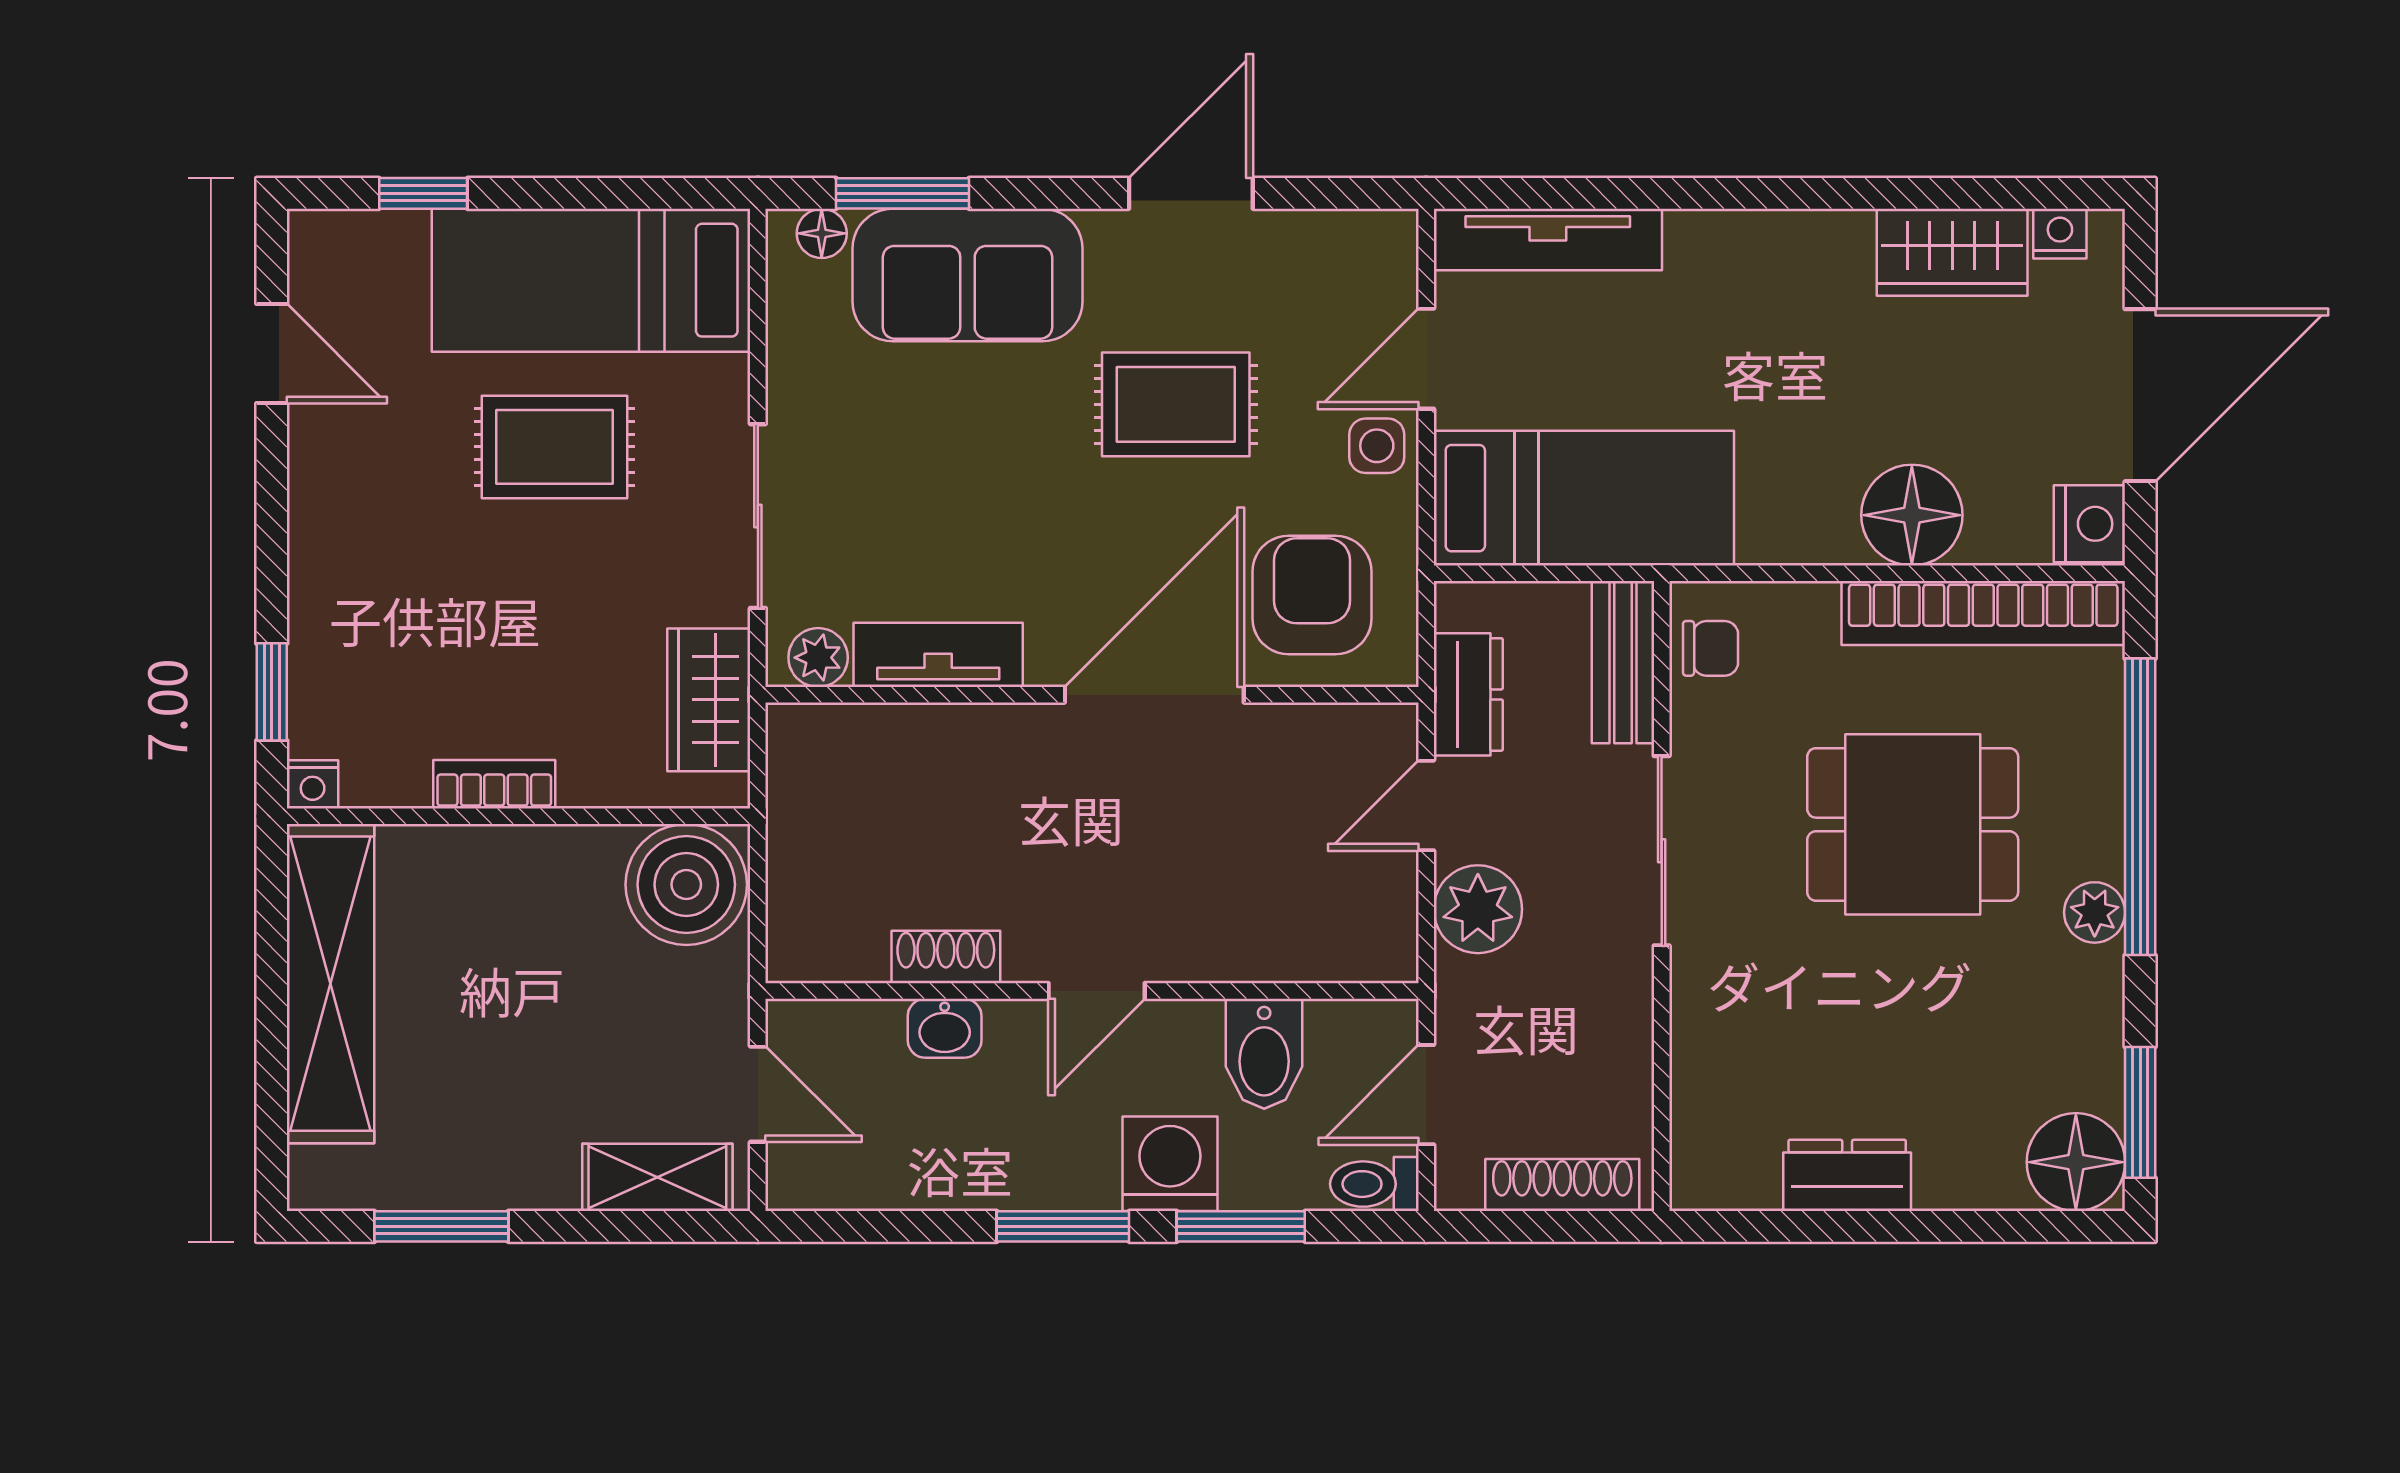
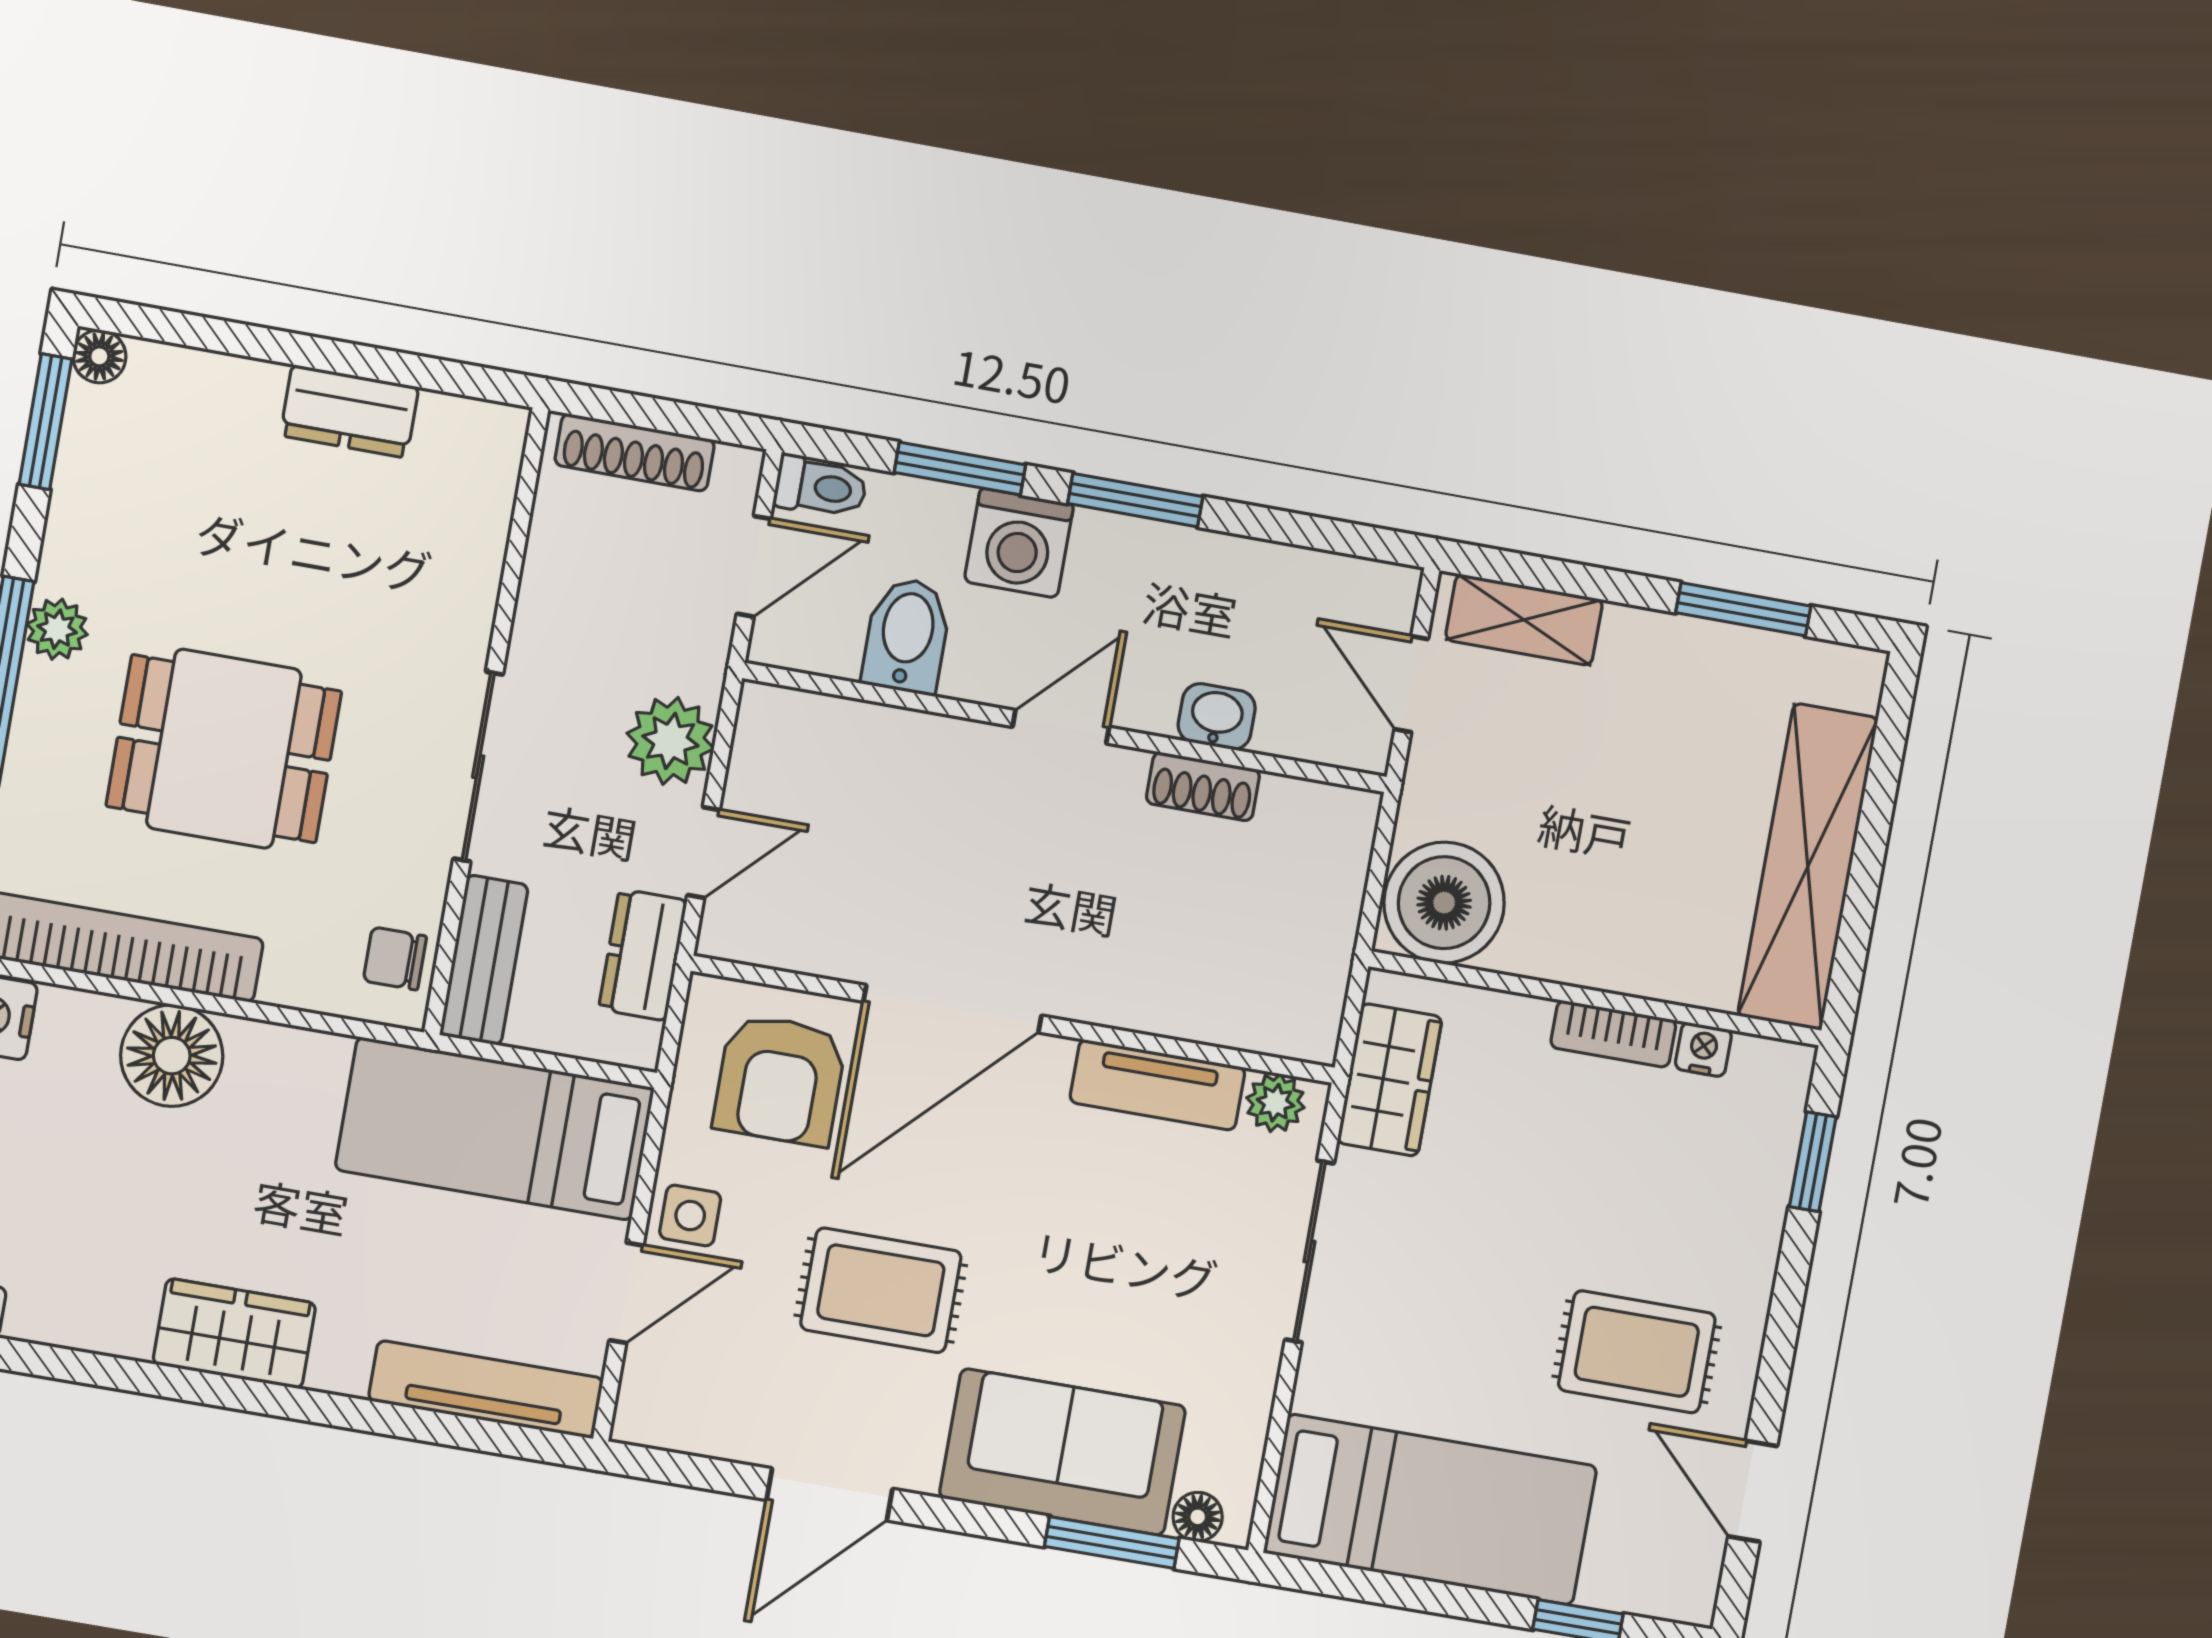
wardrobe: (1952, 252) -> (234, 1334), moved
rug: (554, 447) -> (1637, 1352), moved
nightstand: (313, 784) -> (1703, 1049), moved
floor lamp: (2076, 1162) -> (99, 356), width x0.53, depth x0.53

